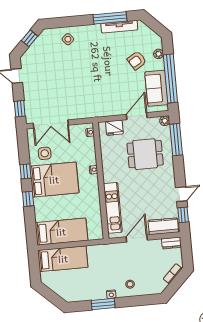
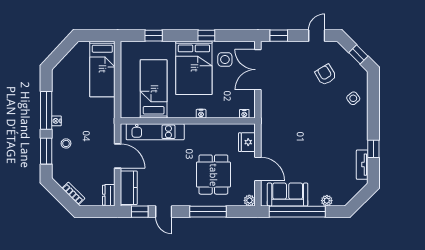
window: (110, 18) -> (373, 149), width x0.46
tv unit: (119, 27) -> (362, 165), width x0.71
armchair: (137, 60) -> (326, 75), moved
window: (176, 140) -> (208, 212), moved
window: (28, 199) -> (154, 36), moved
bed: (61, 232) -> (154, 89), moved, turned 180
window: (138, 301) -> (46, 151), added
window: (103, 304) -> (46, 110), width x1.44

